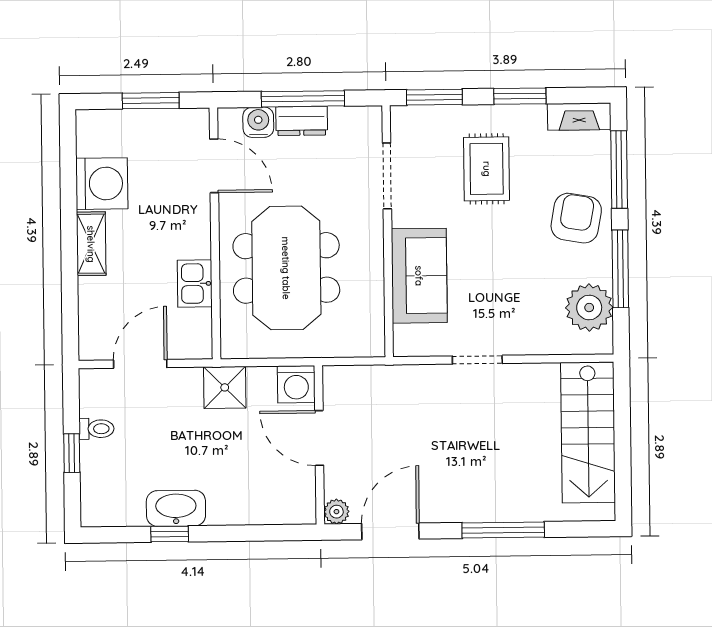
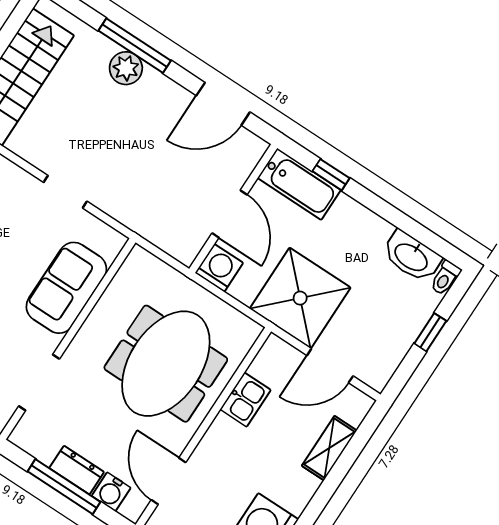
shelving: (91, 244) -> (329, 448), moved
shower: (225, 387) -> (300, 298), width x1.86, depth x1.86
toilet: (96, 429) -> (445, 278), moved, turned -90
bathtub: (276, 506) -> (299, 184), added
washbasin: (176, 508) -> (412, 256), moved
plant: (336, 512) -> (126, 68), moved, width x1.38, depth x1.38
window: (170, 534) -> (331, 175), moved

